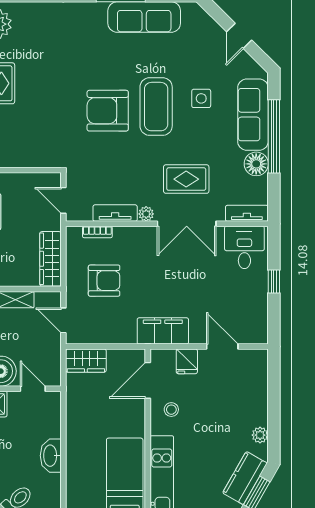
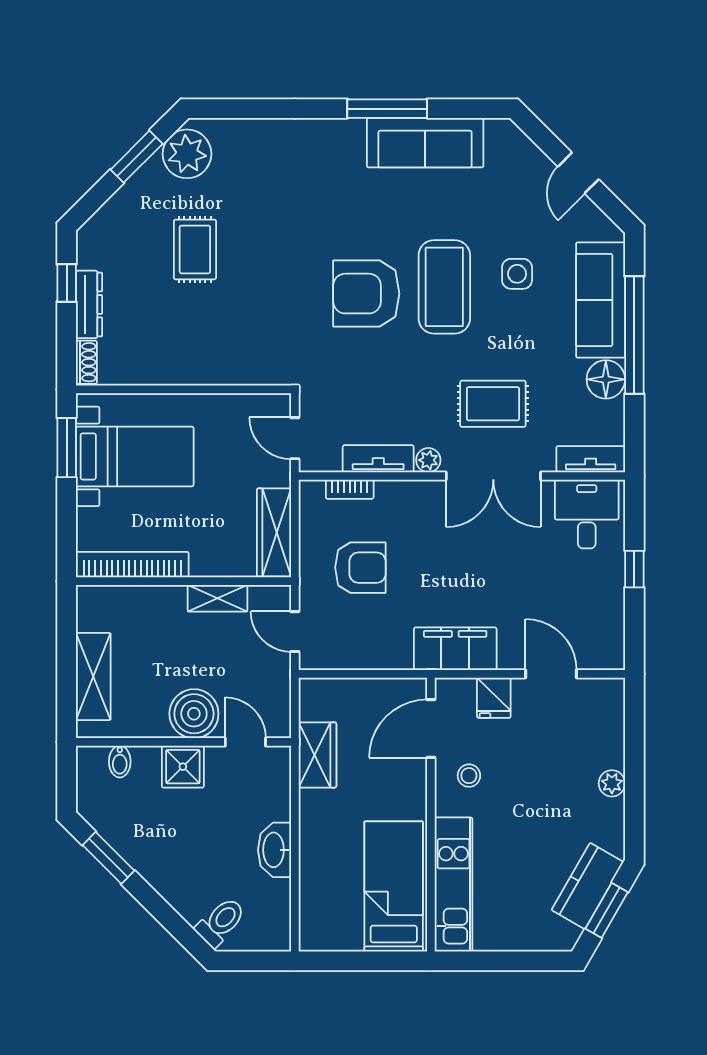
wardrobe: (86, 361) -> (317, 755), moved, turned -90
plant: (260, 435) -> (612, 783), moved

